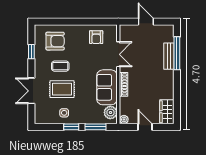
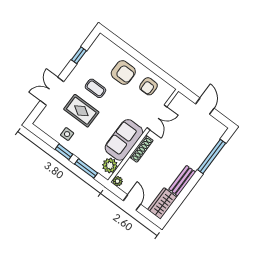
armchair: (55, 41) -> (123, 72), moved
bench: (169, 56) -> (182, 181), moved

